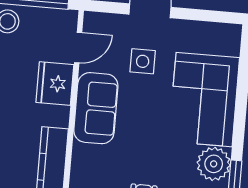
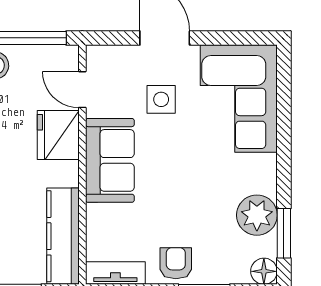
door: (78, 48) -> (82, 90), swing flipped
corner sofa: (204, 100) -> (239, 98), moved

